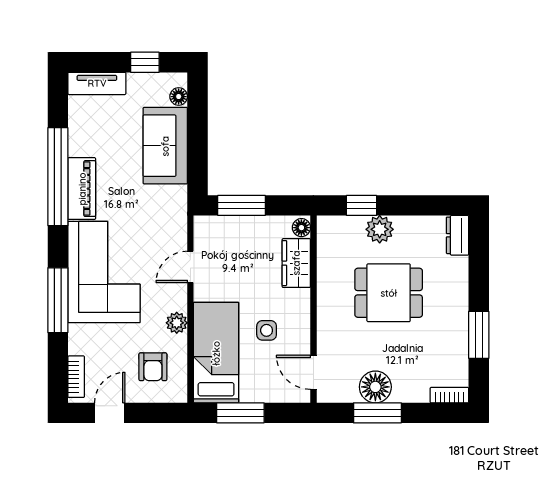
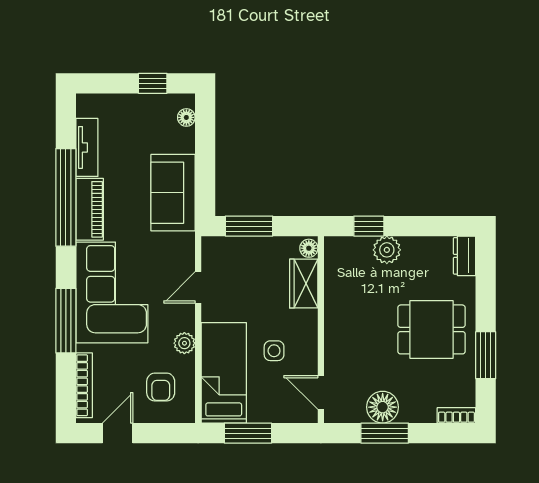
tv unit: (97, 83) -> (87, 147), moved, turned -90
sofa: (165, 146) -> (173, 193), moved
dining table: (389, 293) -> (432, 329), moved
bookcase: (76, 377) -> (84, 385), width x1.56

